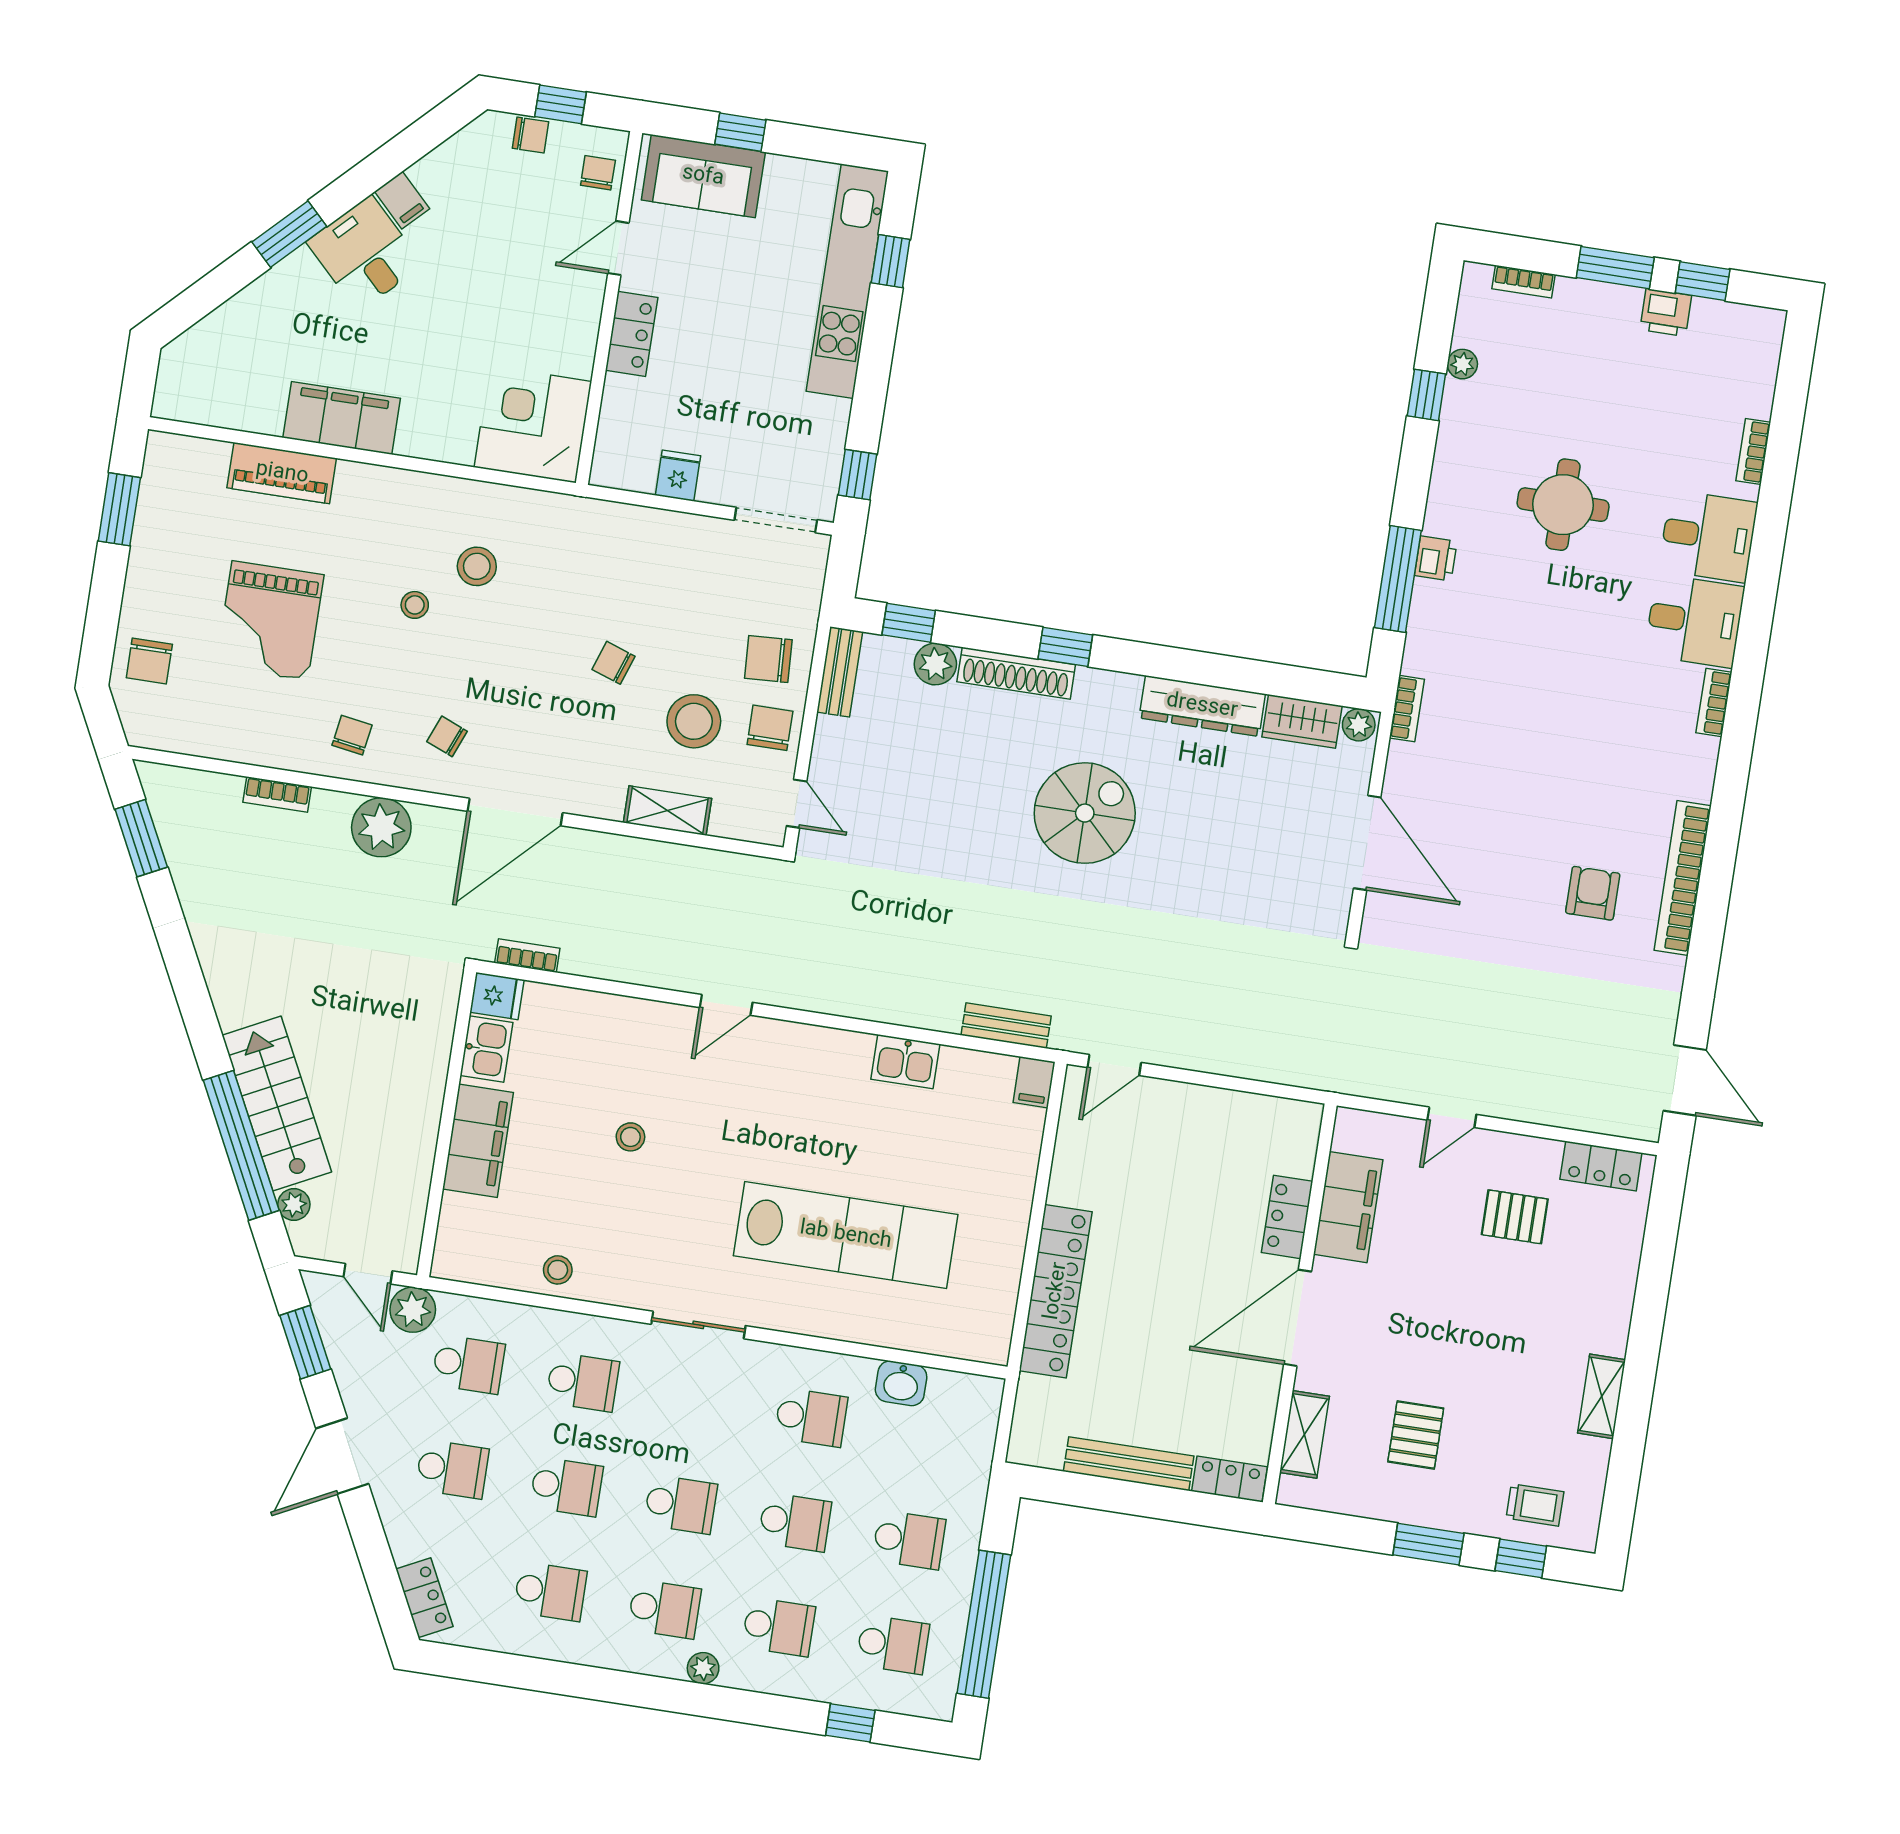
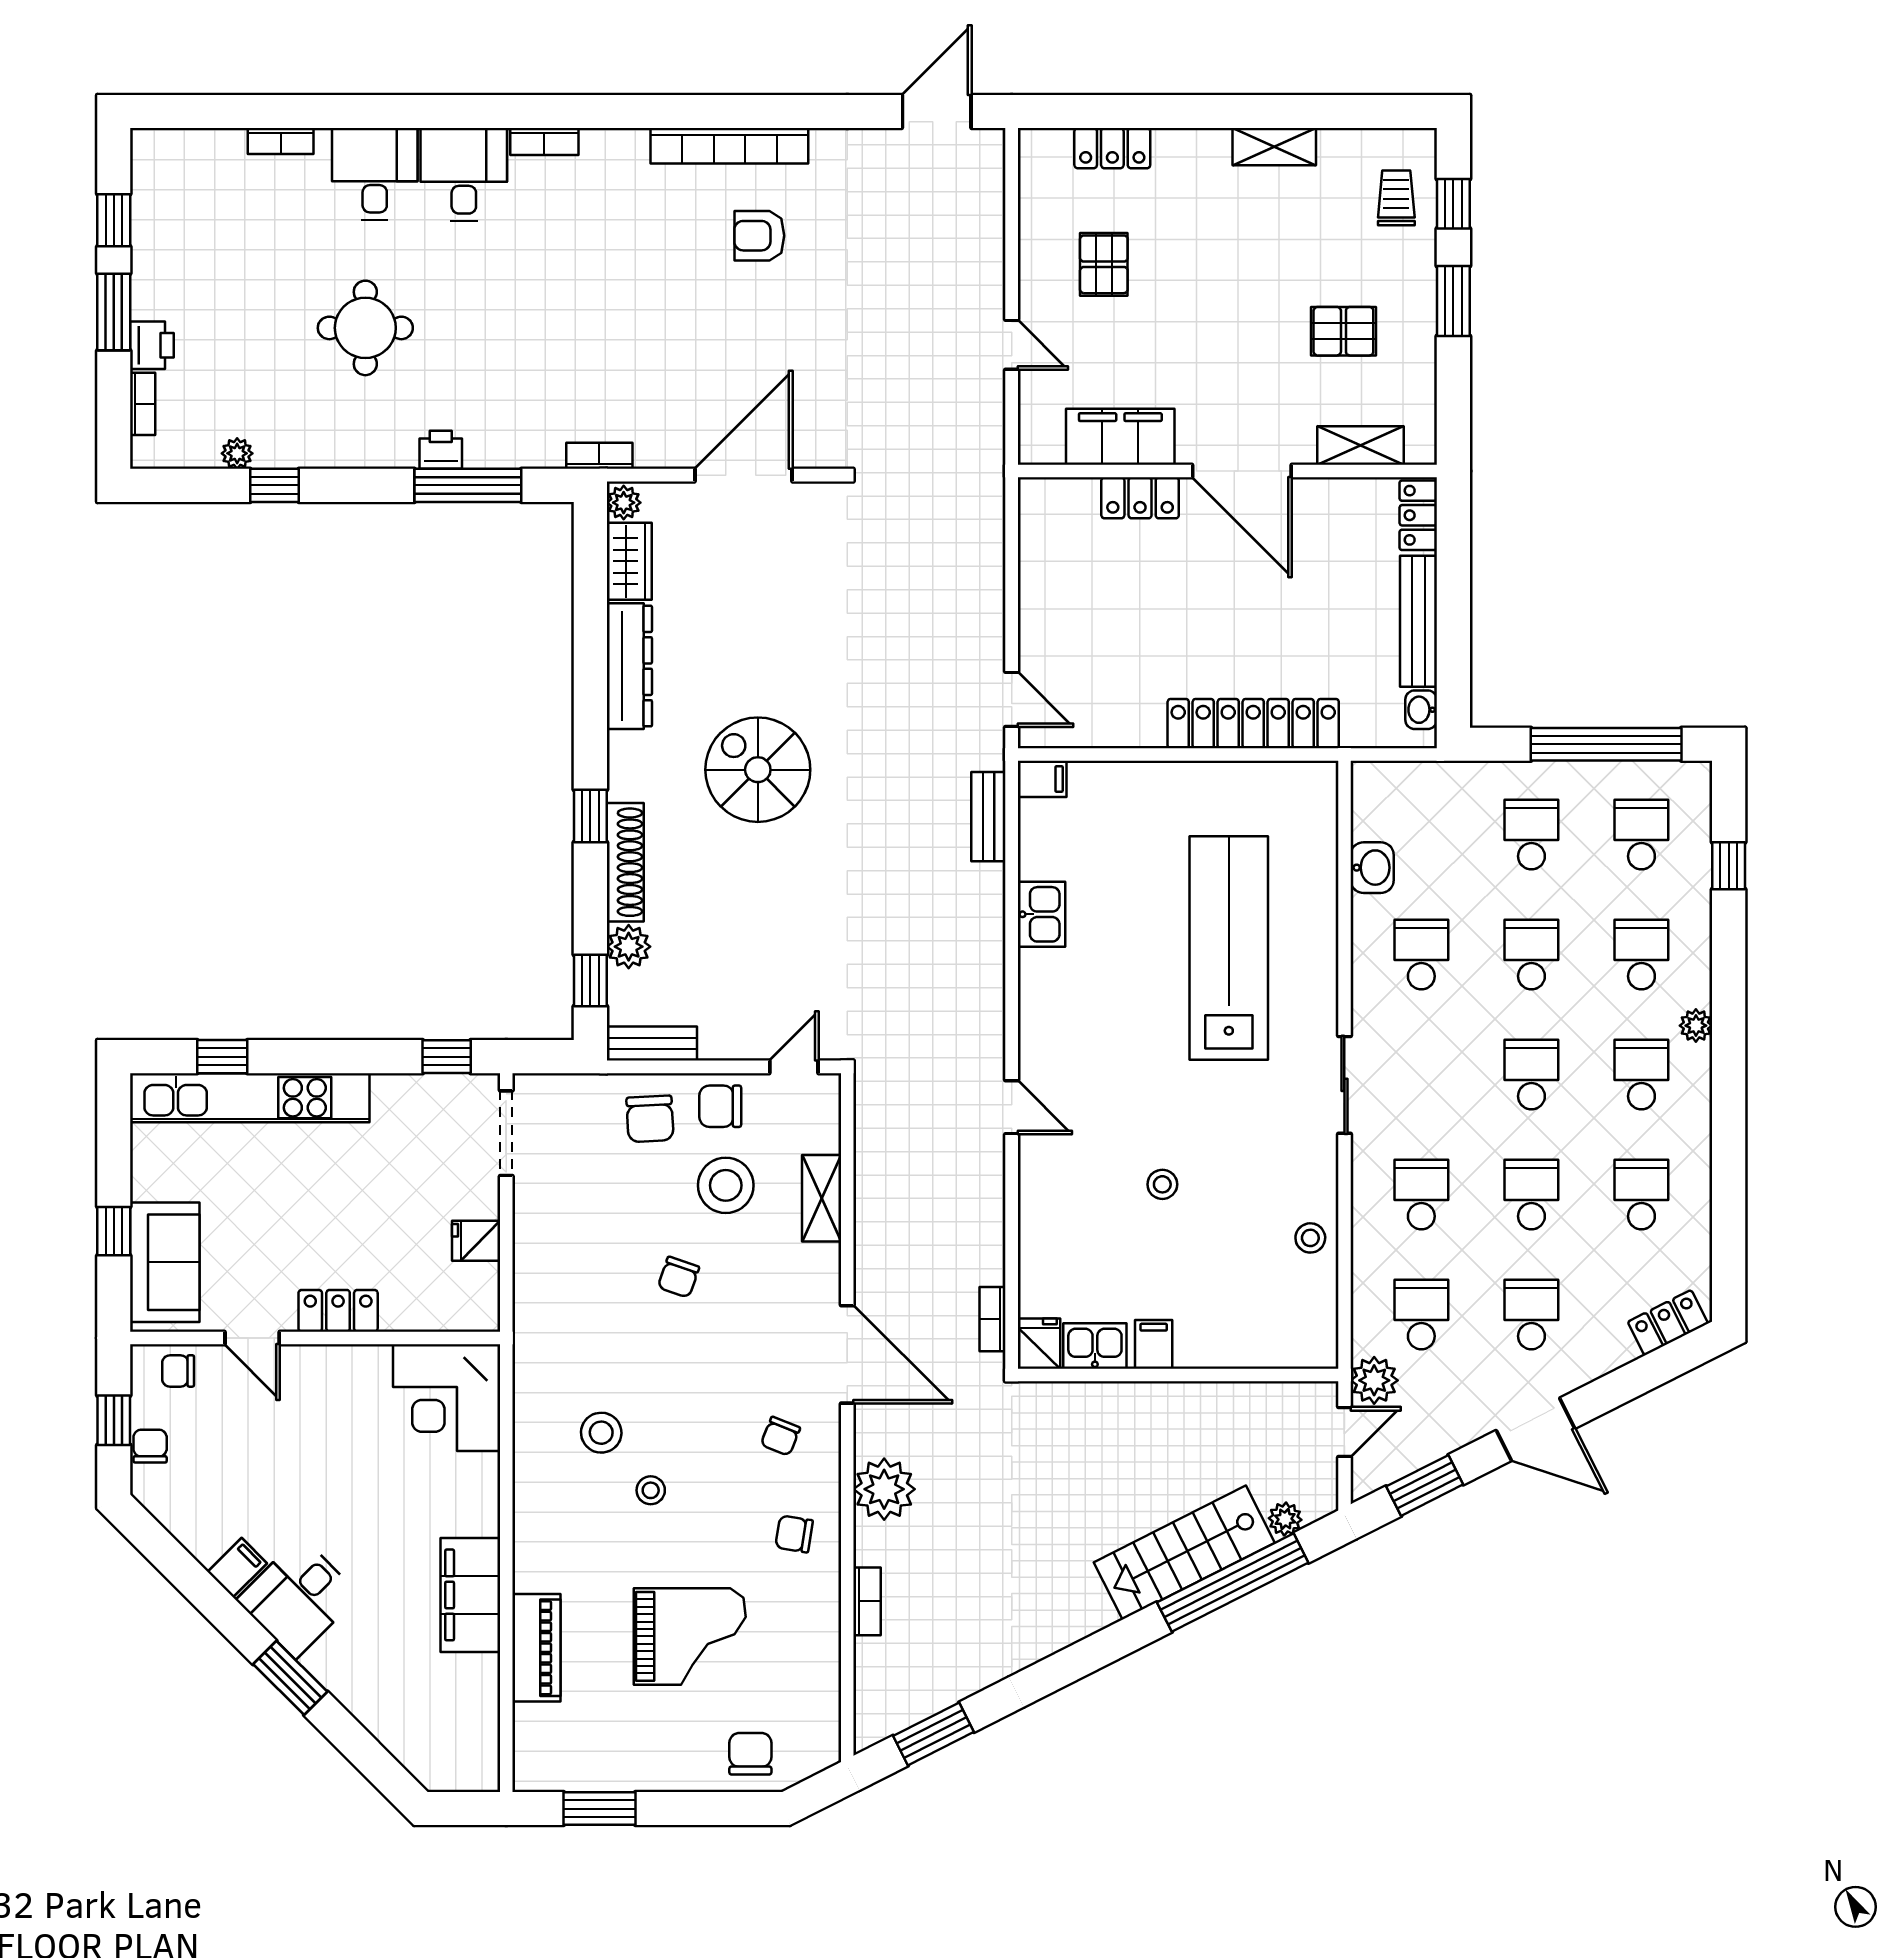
printer: (1666, 313) -> (152, 345), moved
chair: (149, 661) -> (750, 1754), turned -90
filing cabinet: (478, 1141) -> (1154, 1344), width x0.33, depth x0.86
locker: (1601, 1166) -> (1112, 148), moved, turned 90
washbasin: (1044, 1453) -> (1421, 710), added

